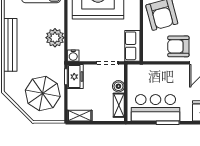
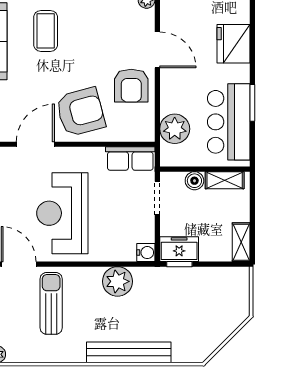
plant: (151, 74) -> (175, 129), added
parasol: (43, 93) -> (206, 301), removed

